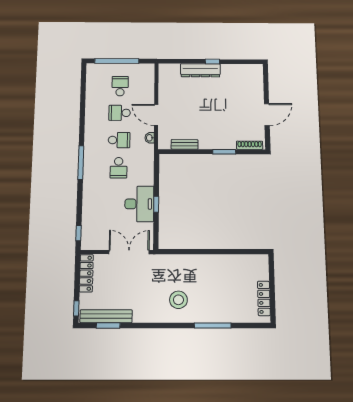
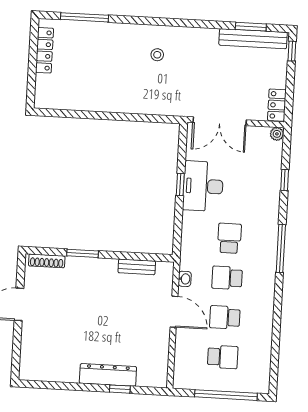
window: (212, 62) -> (120, 389), moved
school desk: (120, 86) -> (223, 357), turned -90
school desk: (120, 113) -> (225, 317), turned 180
window: (79, 233) -> (285, 180), moved
plant: (86, 245) -> (277, 134), added
locker: (86, 273) -> (277, 105), width x0.66
stool: (178, 300) -> (157, 55), width x0.53, depth x0.53
window: (213, 326) -> (85, 17), moved

